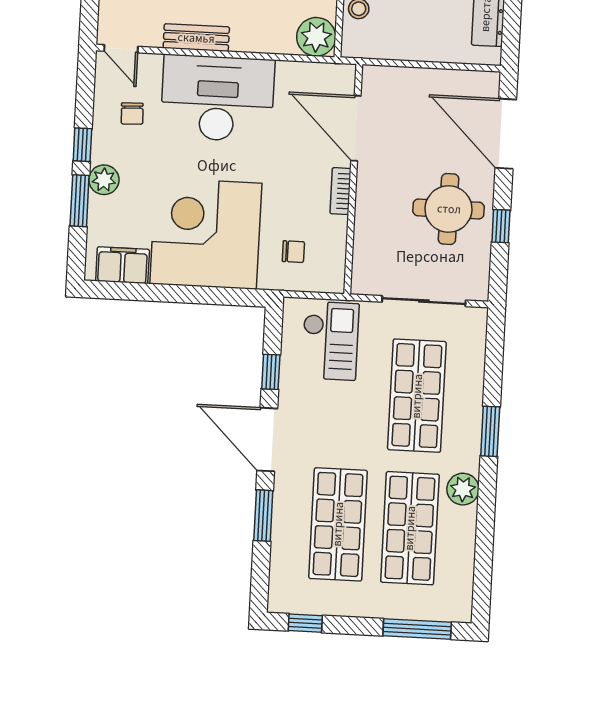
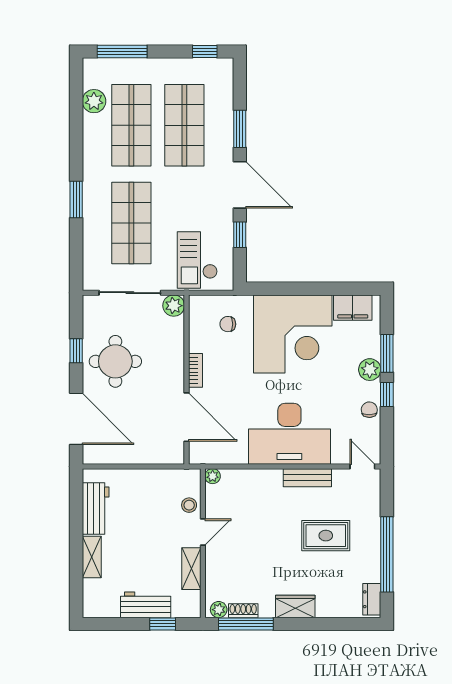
plant: (316, 37) -> (213, 476), width x0.53, depth x0.53
chair: (132, 114) -> (369, 410), moved
plant: (365, 281) -> (174, 306), added
plant: (463, 489) -> (94, 101), moved

